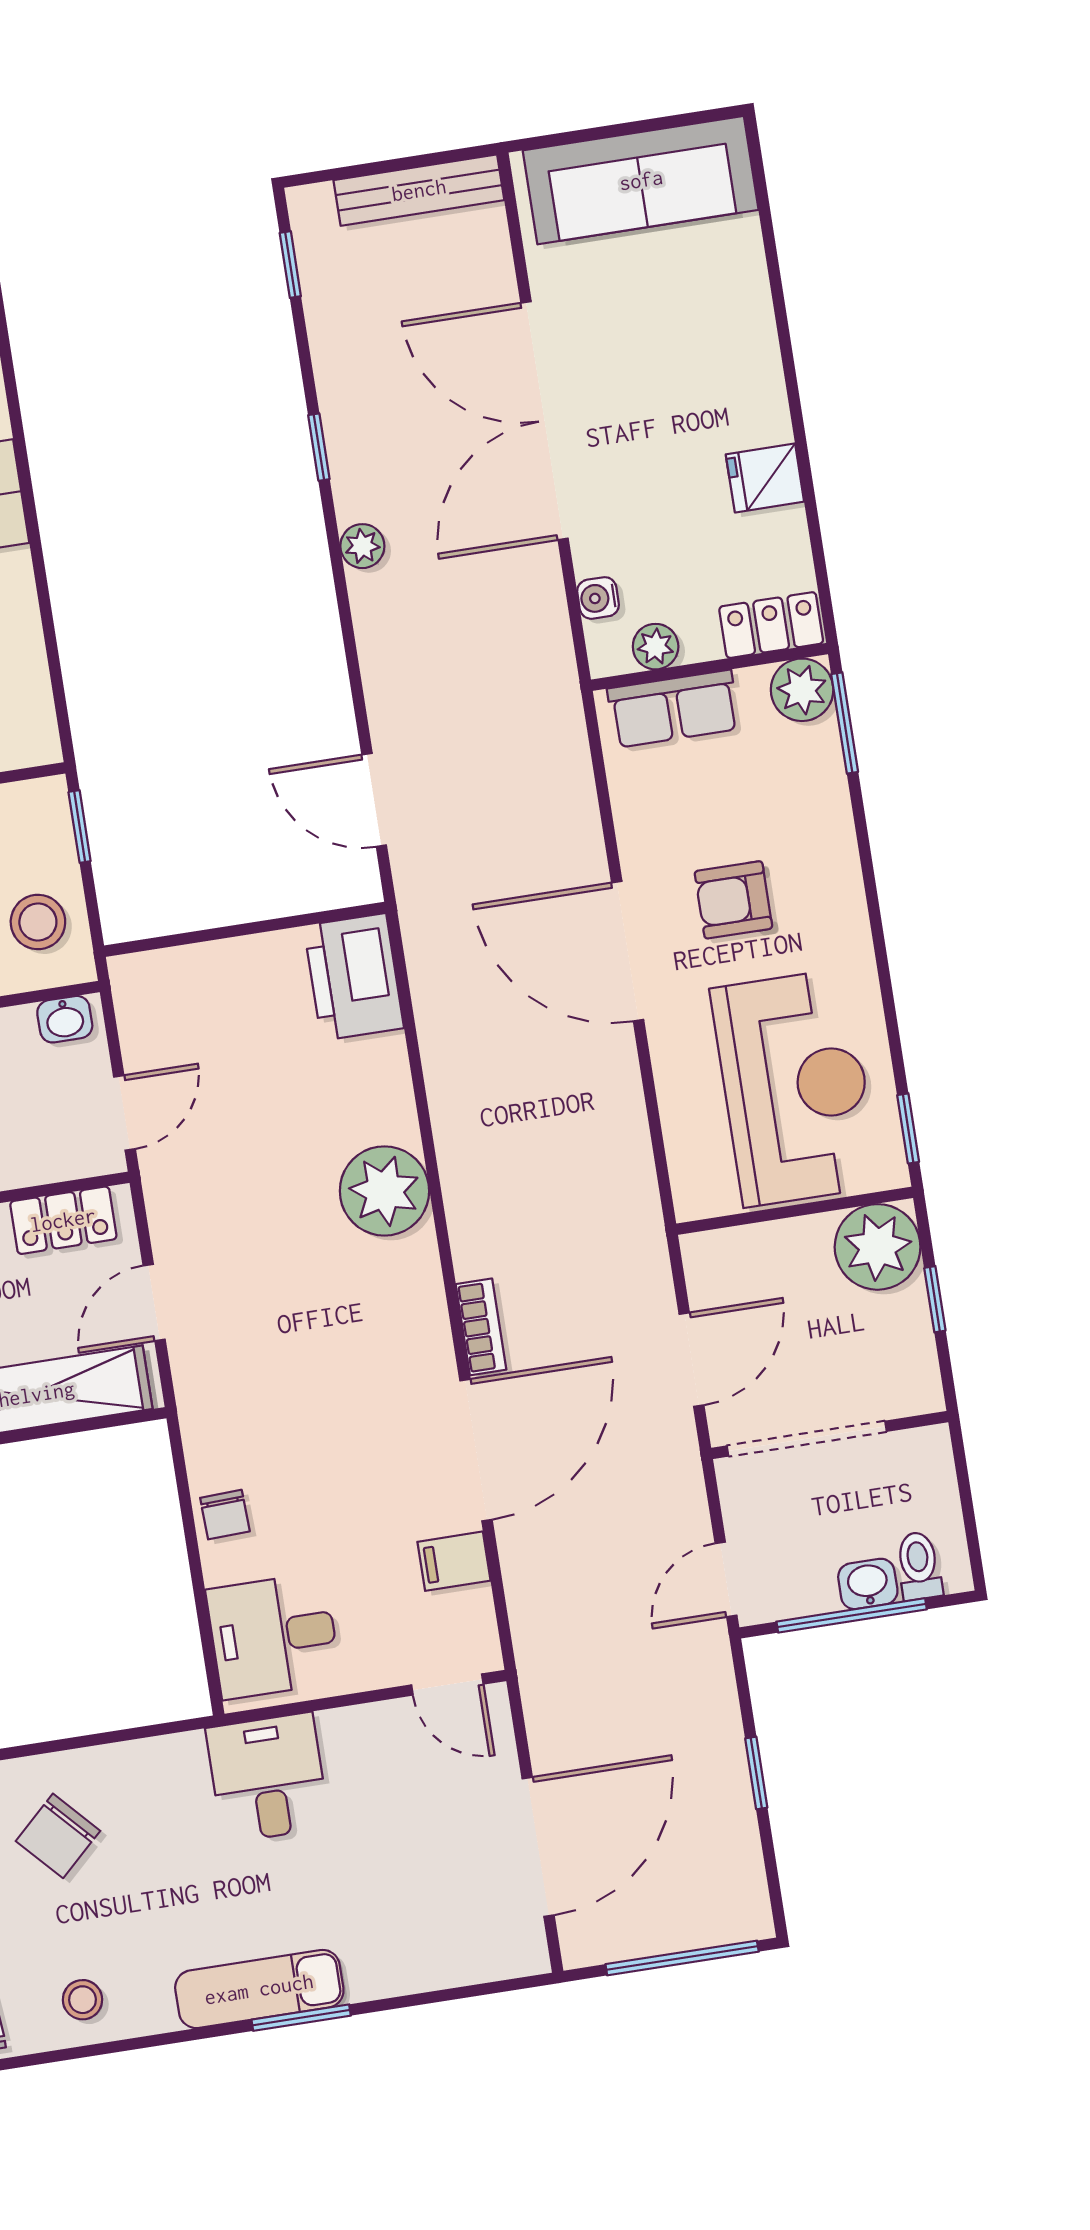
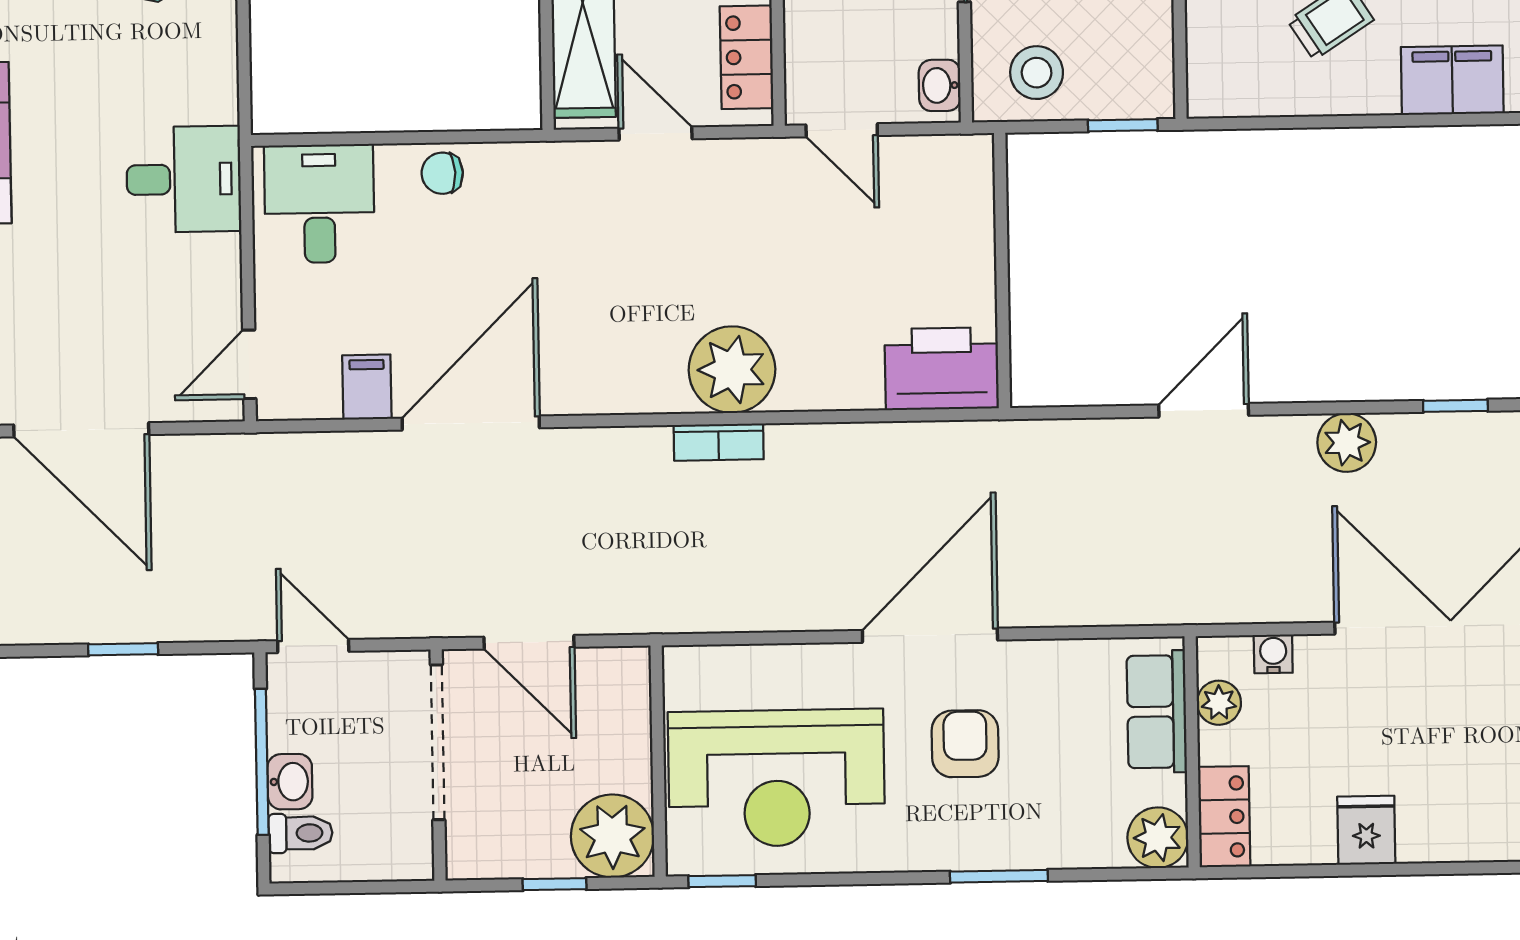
plant: (362, 546) -> (1347, 443), width x1.38, depth x1.38
window: (845, 723) -> (999, 876), moved
door: (374, 800) -> (1204, 410), moved
bookcase: (481, 1327) -> (719, 442), moved
door: (476, 1450) -> (471, 423), swing flipped

